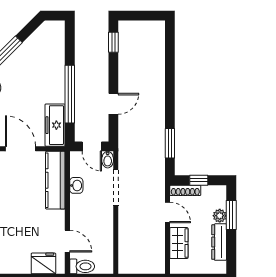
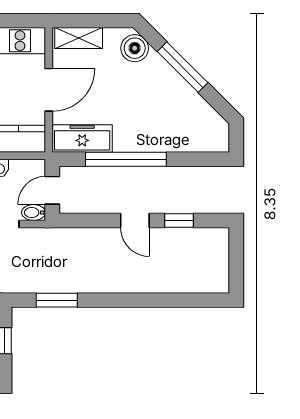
window: (113, 42) -> (179, 221), moved
door: (113, 104) -> (135, 221), moved

